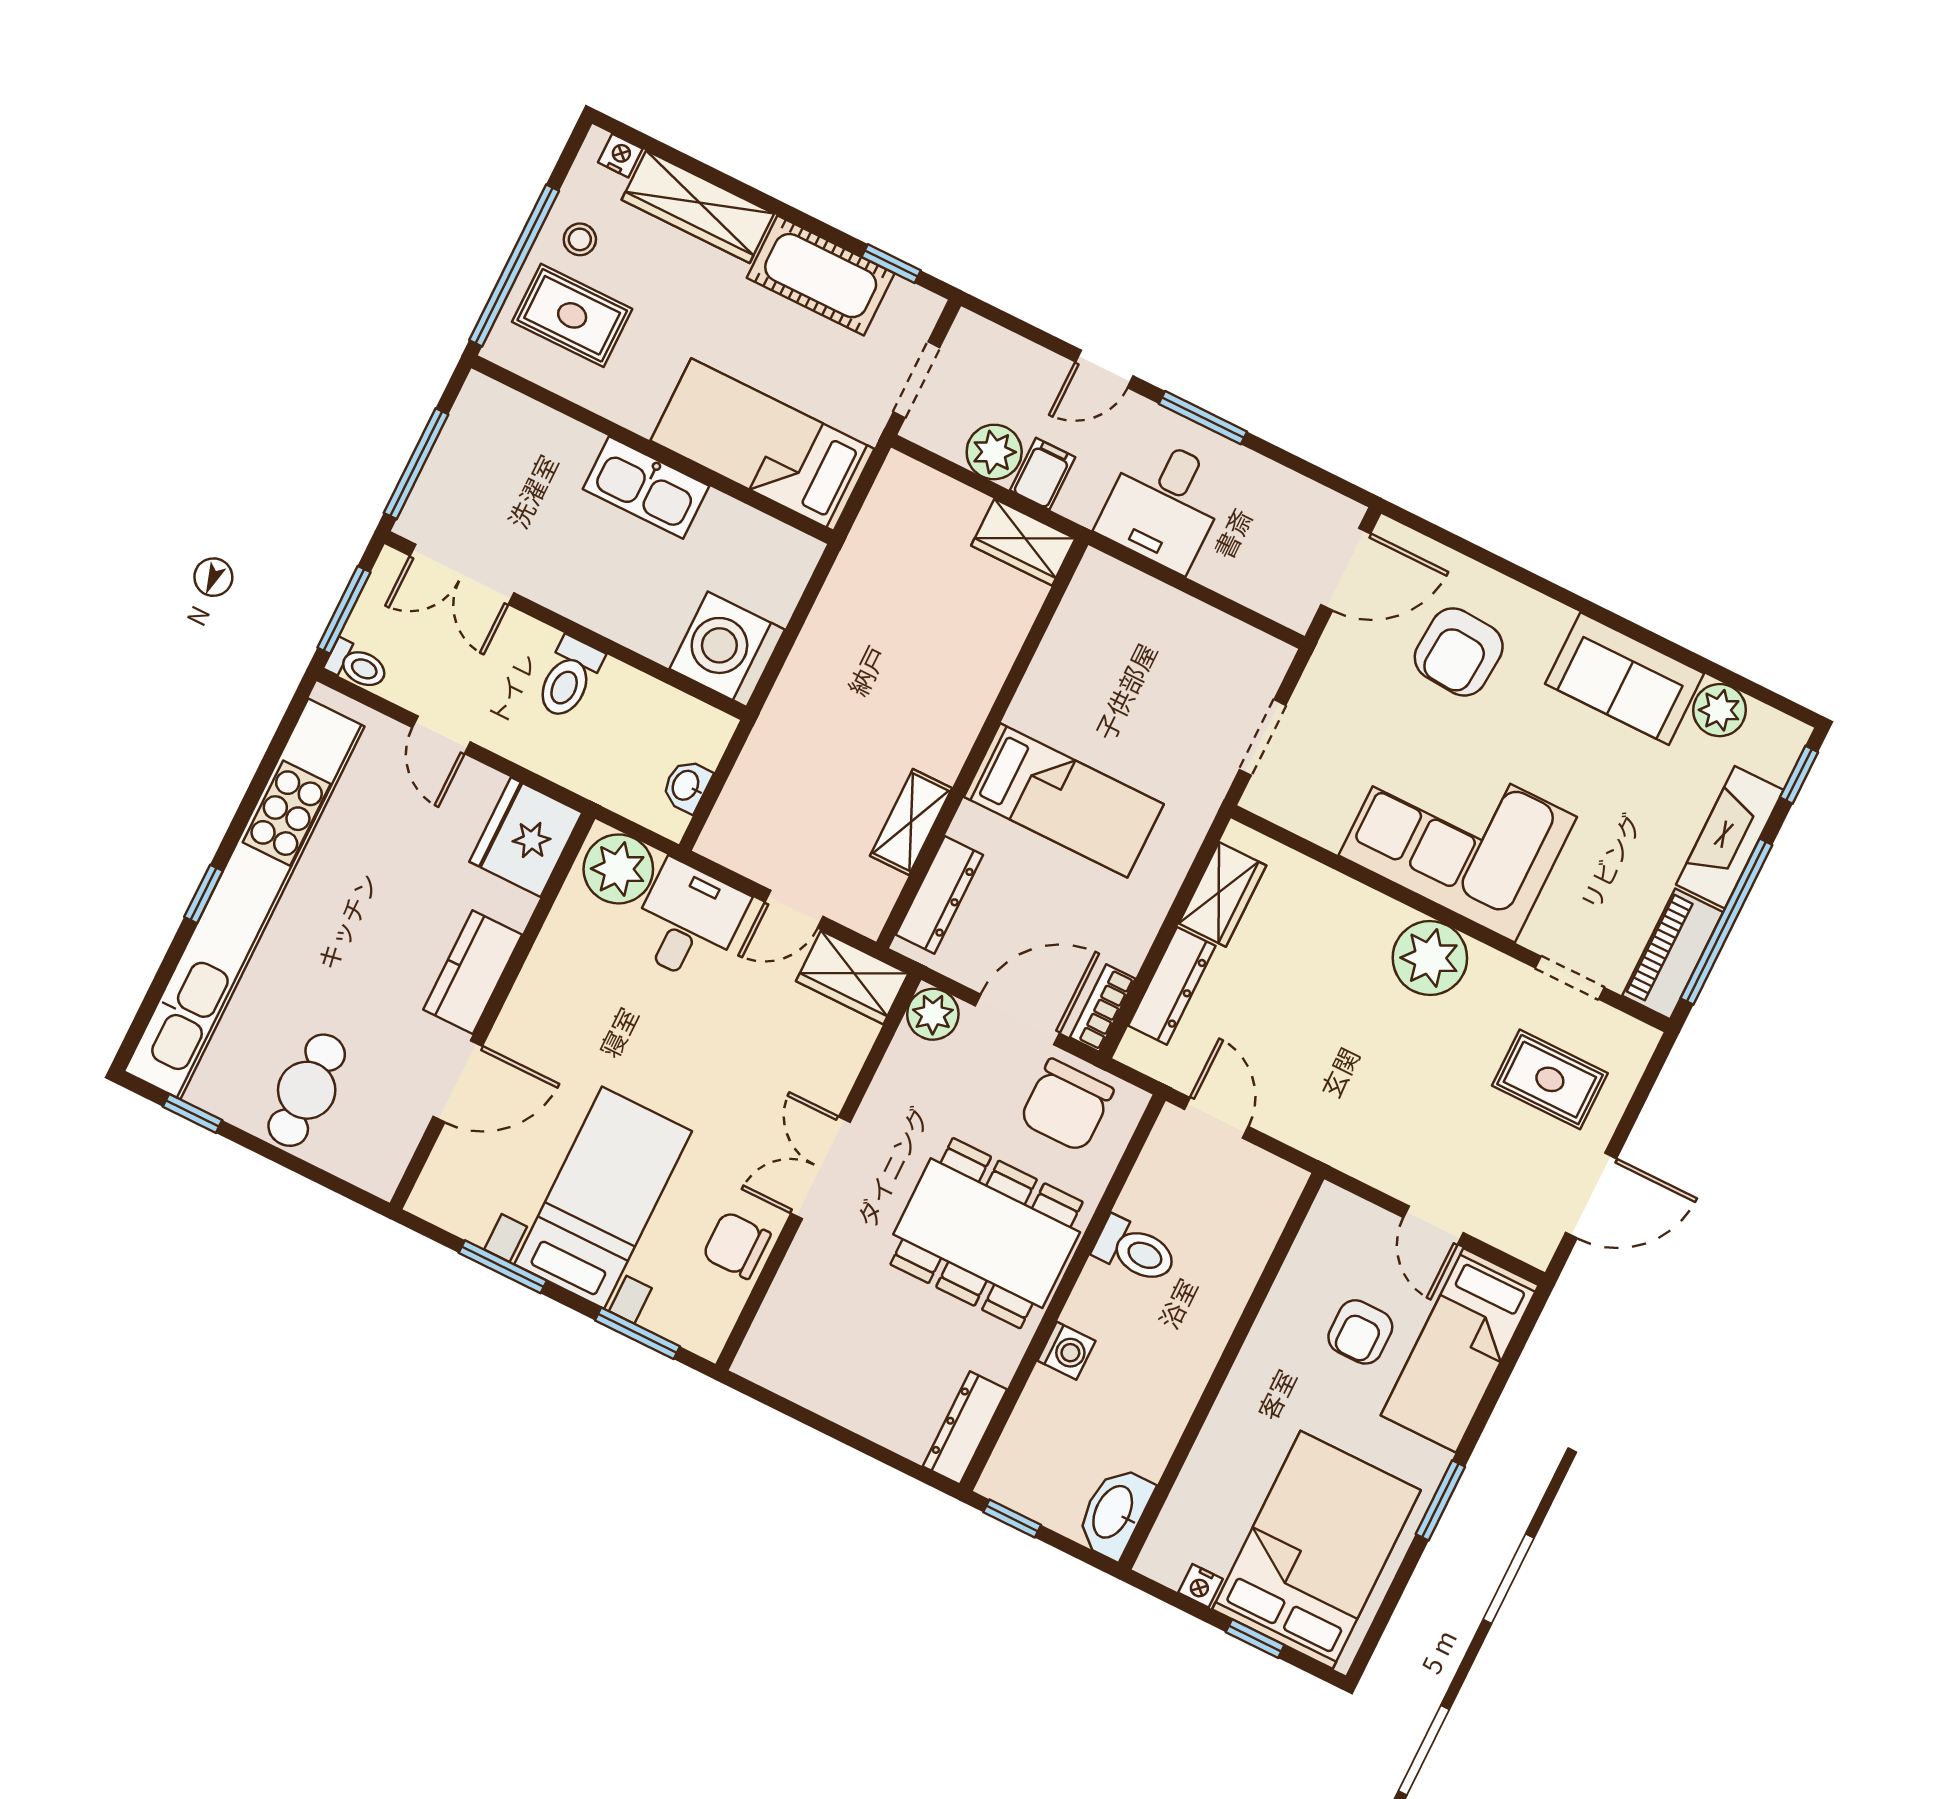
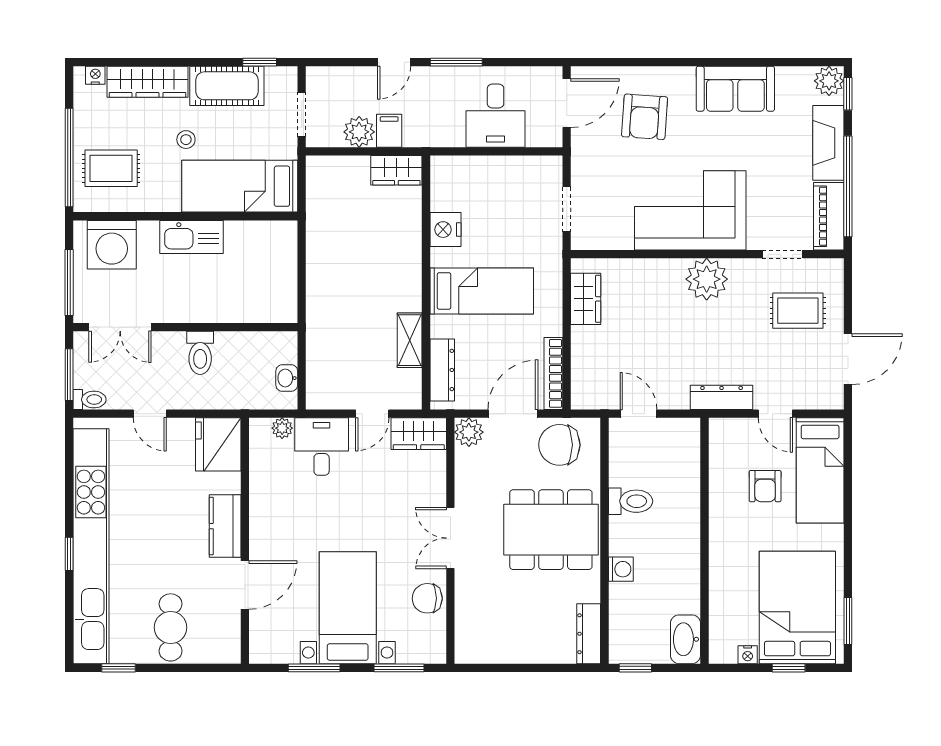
stool: (580, 239) -> (186, 140), moved
desk: (1164, 504) -> (496, 116), moved
washing machine: (727, 649) -> (112, 245), moved, turned -90
nightstand: (1055, 675) -> (445, 230), added
plant: (1719, 710) -> (829, 81), moved
plant: (618, 869) -> (282, 428), width x0.53, depth x0.53
dresser: (1172, 986) -> (722, 397), moved, turned -90
bookcase: (1103, 1008) -> (553, 373), width x1.56
chair: (1067, 1105) -> (559, 445), turned 90
window: (1440, 1500) -> (848, 621), moved

